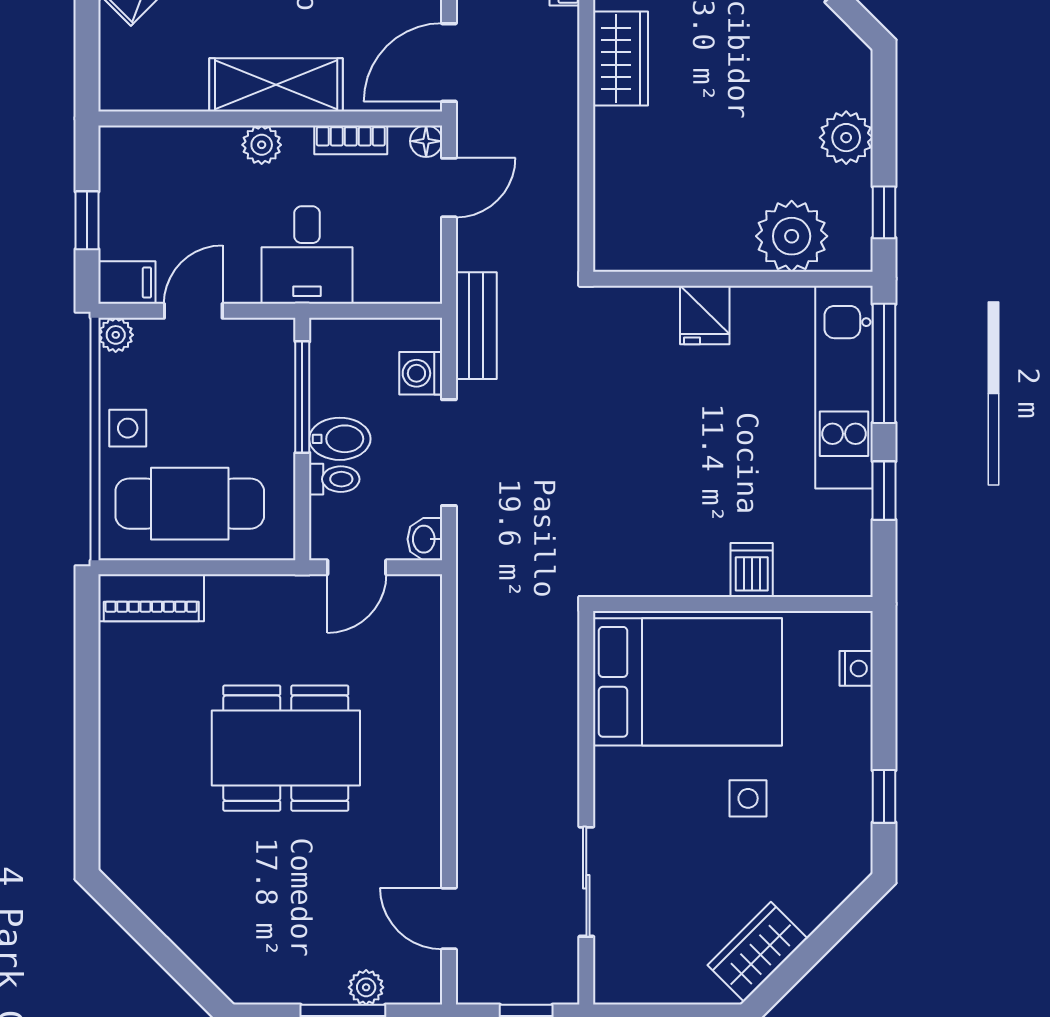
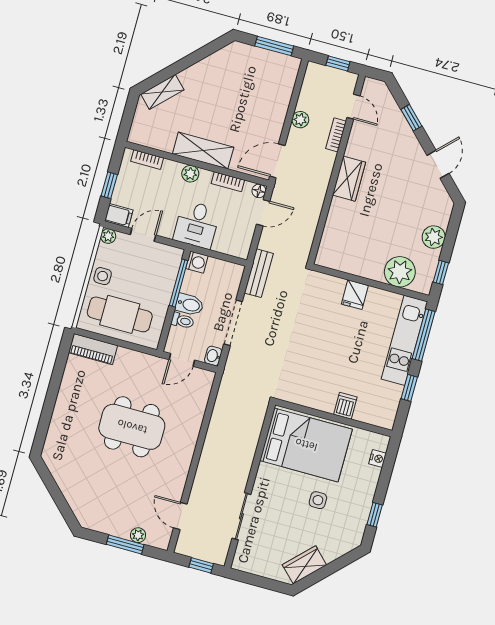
bookcase: (156, 140) -> (147, 160), added
washing machine: (421, 373) -> (197, 262), moved, turned 180

